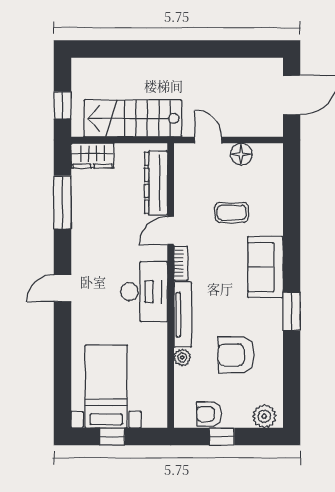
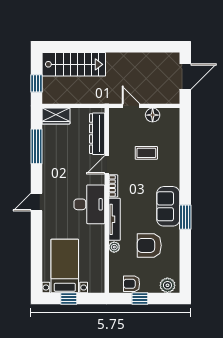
stairs: (133, 118) -> (74, 64), moved, turned 180
sofa: (265, 267) -> (168, 206), moved

